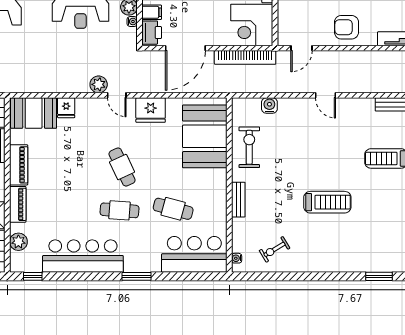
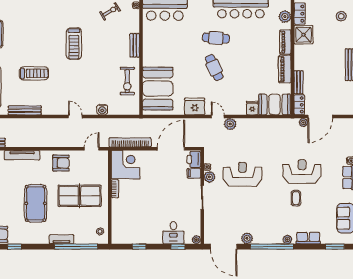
water cooler: (269, 106) -> (102, 110), moved
treadmill: (327, 202) -> (74, 44), turned -90
cafe table: (173, 209) -> (179, 39), removed

